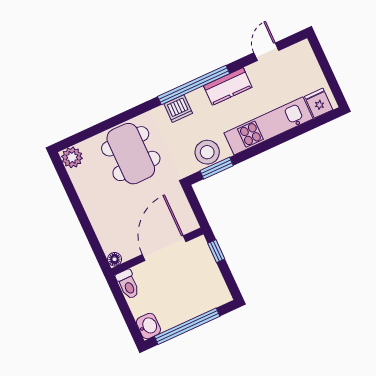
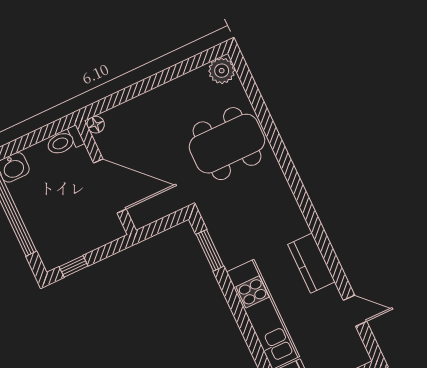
window: (194, 85) -> (313, 221), removed
dishwasher: (178, 109) -> (283, 202), removed
stool: (207, 152) -> (230, 238), removed
window: (216, 251) -> (74, 266), moved

